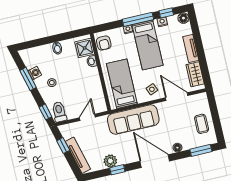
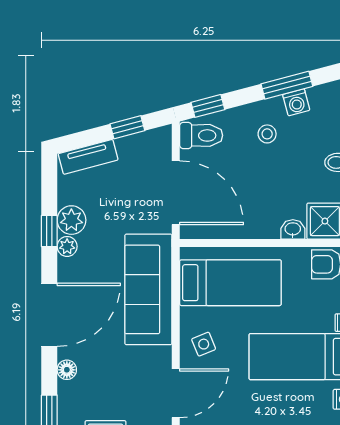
door: (87, 117) -> (176, 193), width x1.88
tv unit: (78, 155) -> (88, 157), width x0.71
plant: (122, 160) -> (67, 246), added

